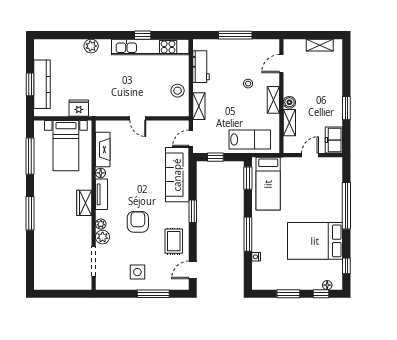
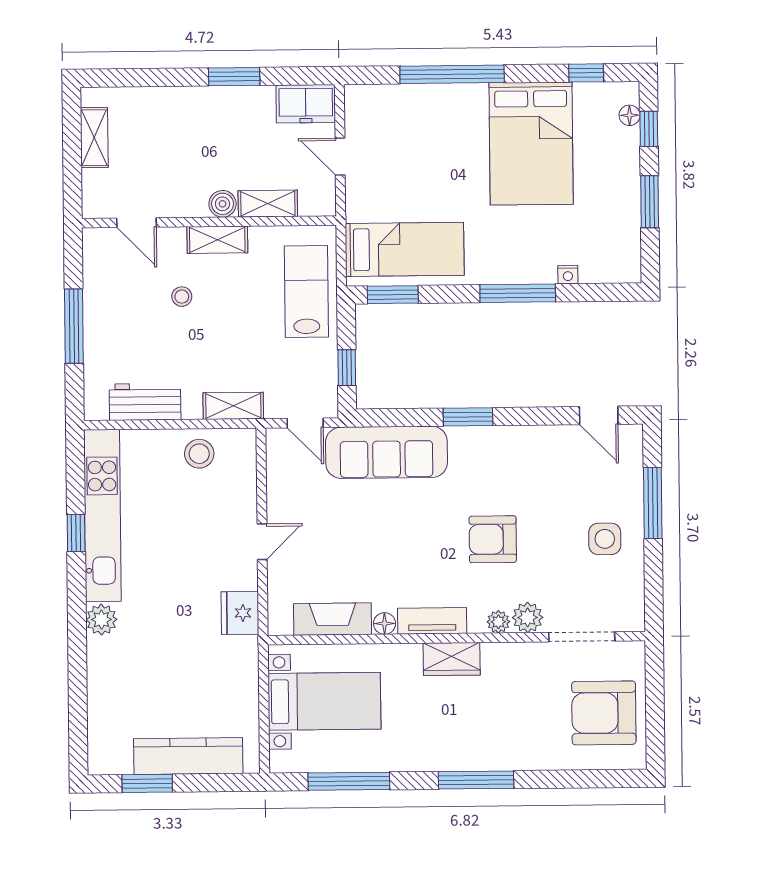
plant: (91, 46) -> (101, 620), moved
window: (30, 84) -> (147, 783), moved
fridge: (79, 108) -> (240, 613), moved
rug: (174, 241) -> (535, 459), removed
armchair: (59, 271) -> (604, 713), added

